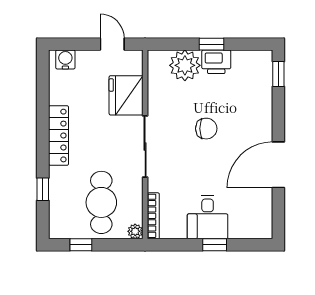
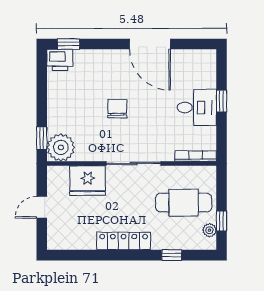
door: (112, 44) -> (42, 207), moved
window: (212, 44) -> (42, 138), moved
water cooler: (65, 59) -> (55, 235), removed
printer: (216, 62) -> (60, 60), moved, turned 90
plant: (185, 65) -> (61, 147), moved
plant: (135, 231) -> (209, 230), moved

